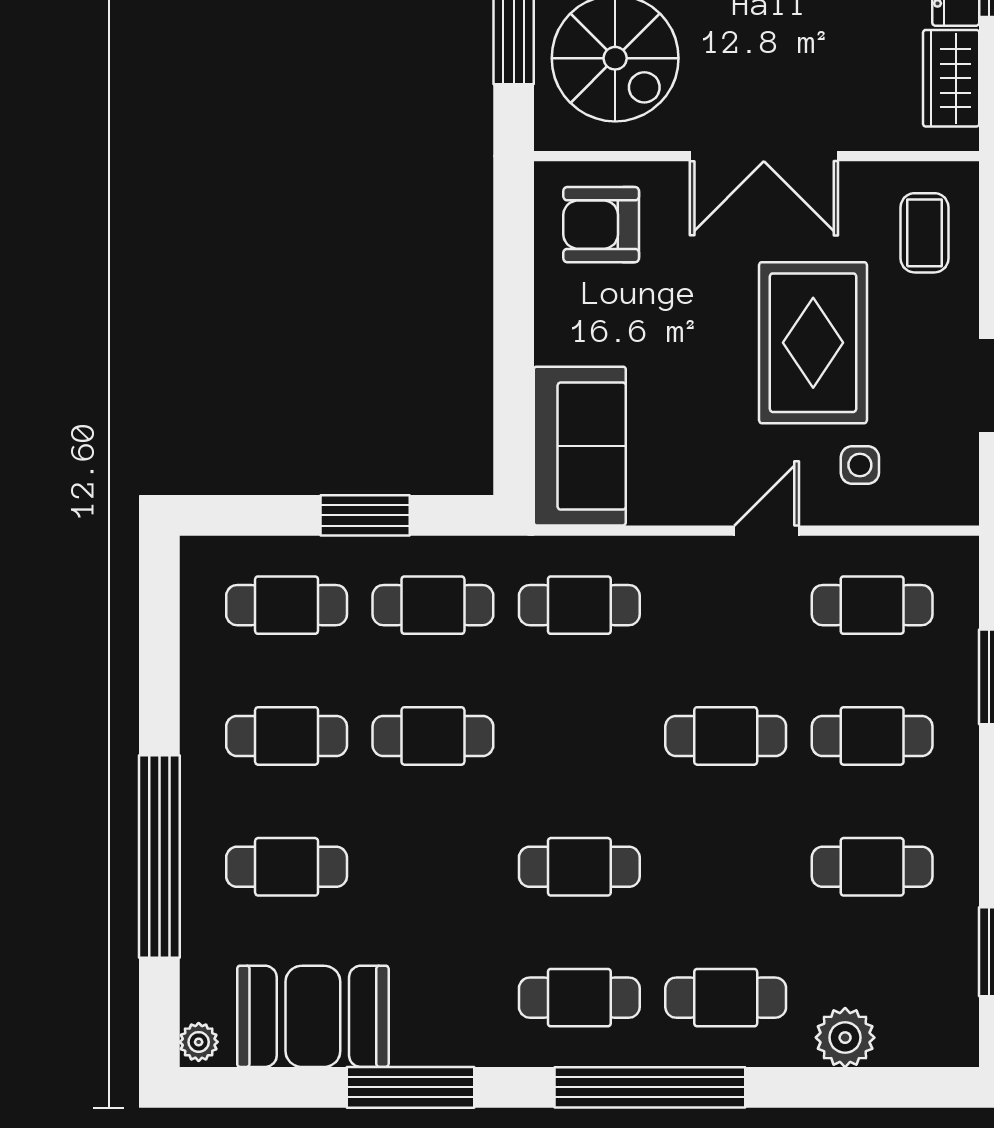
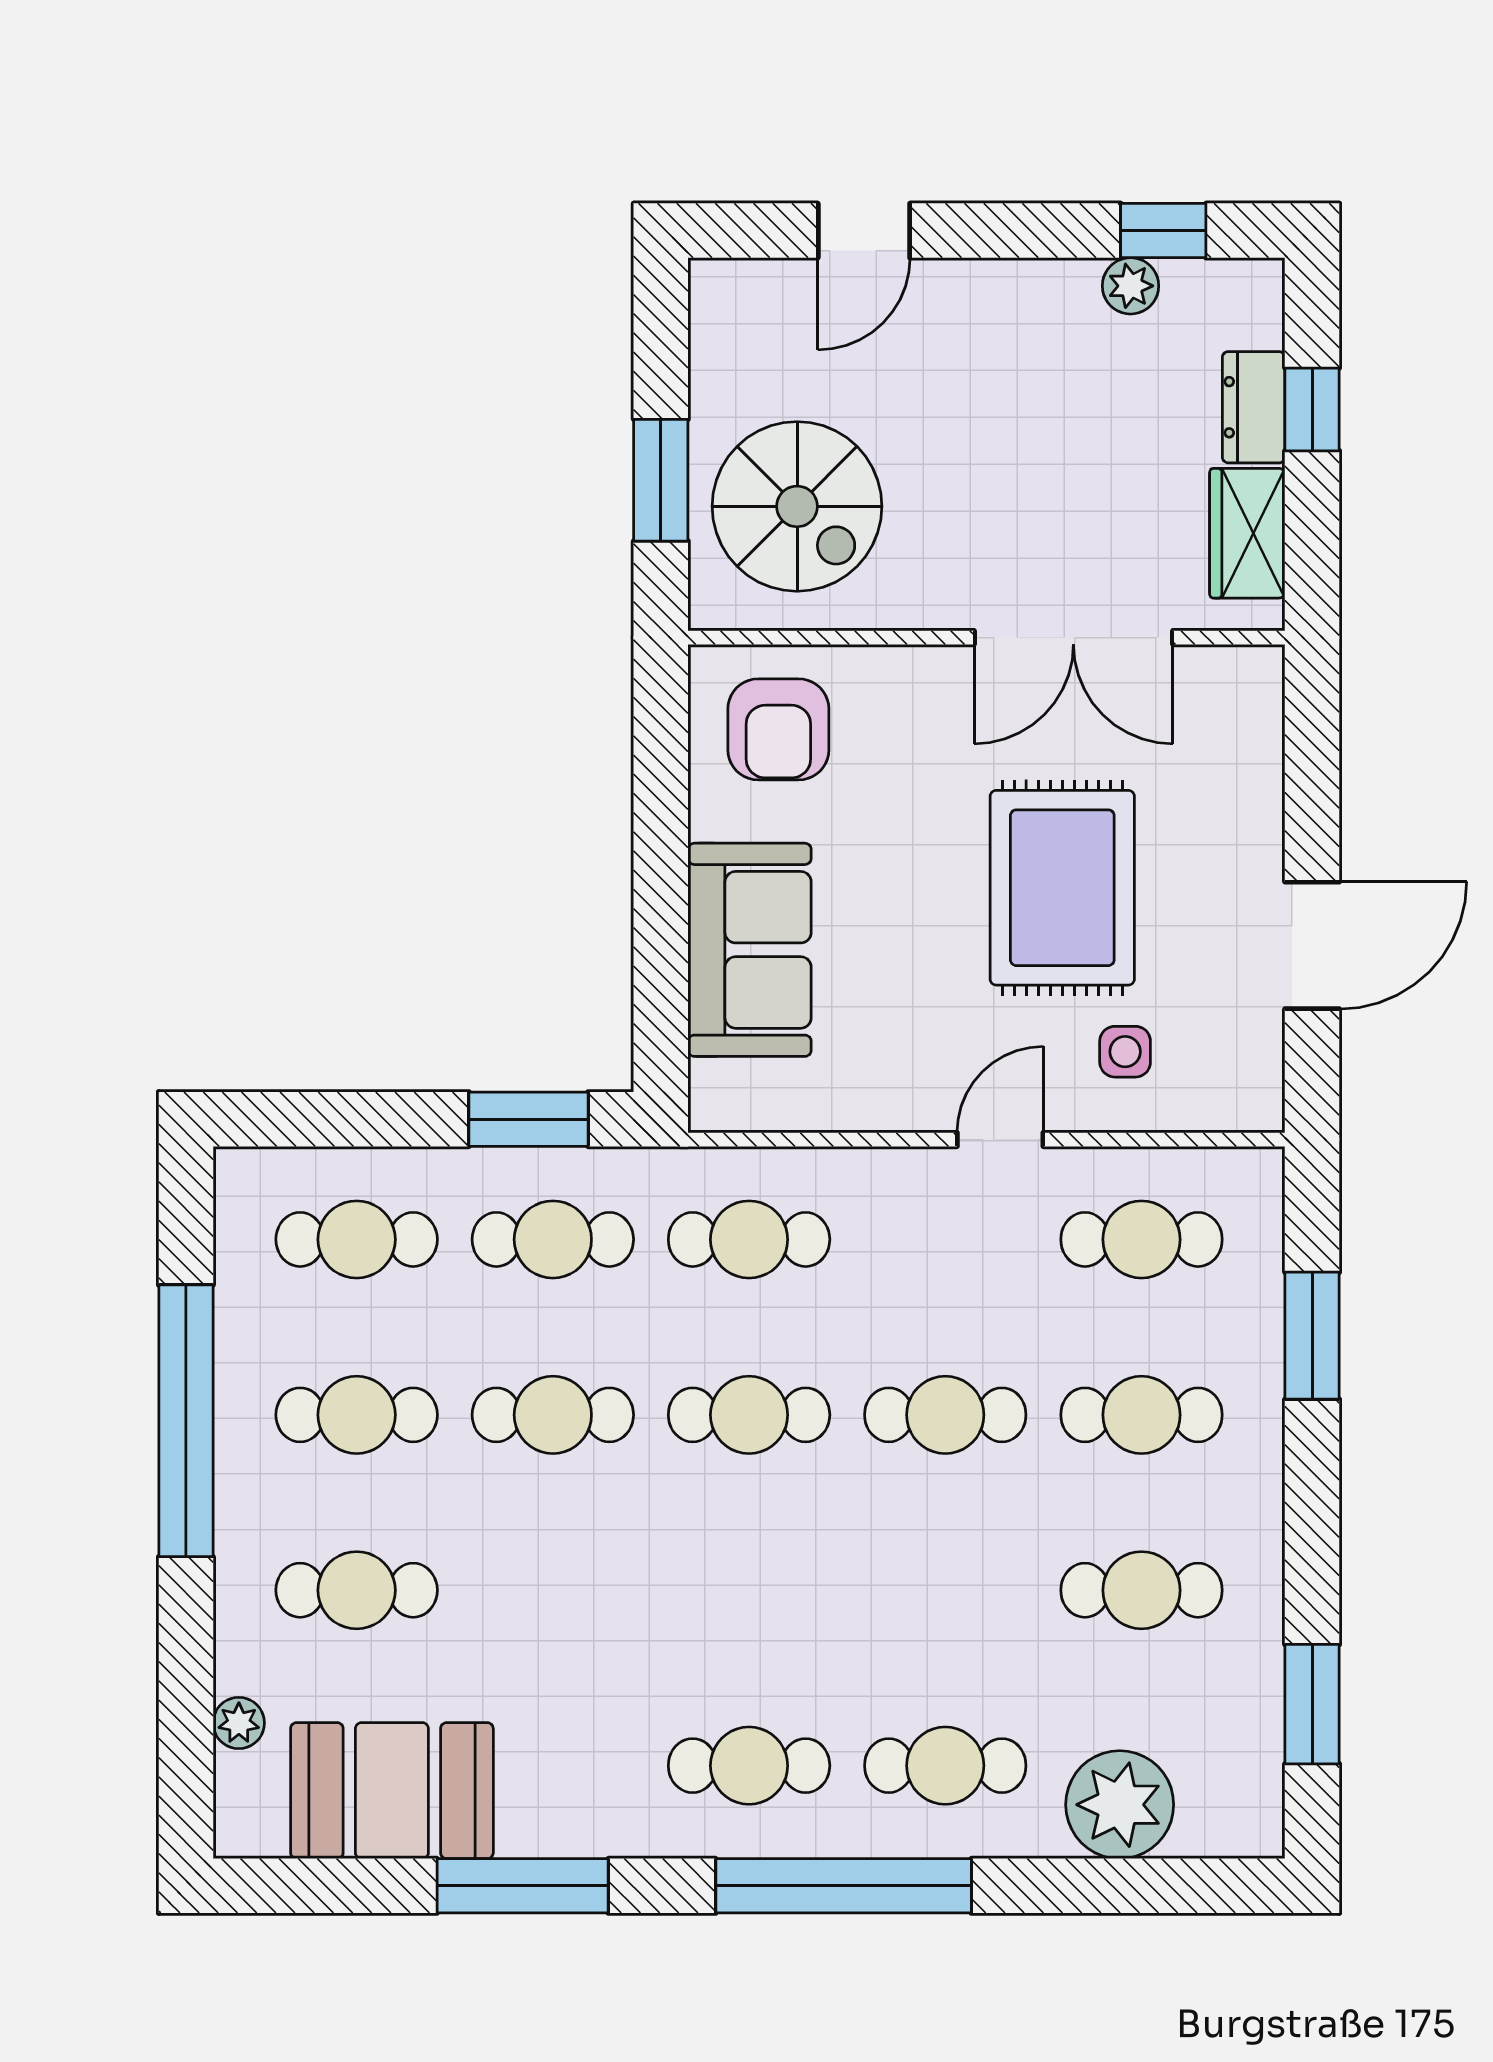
double door: (764, 156) -> (1073, 638), moved
armchair: (601, 225) -> (778, 729), turned -90
coffee table: (924, 233) -> (1212, 740), removed
sofa: (580, 446) -> (750, 950), moved
window: (365, 515) -> (528, 1119), moved
window: (159, 856) -> (186, 1421), moved
cafe table: (579, 867) -> (749, 1415), moved
plant: (845, 1038) -> (1120, 1805), width x1.36, depth x1.36
plant: (199, 1042) -> (239, 1723), moved

